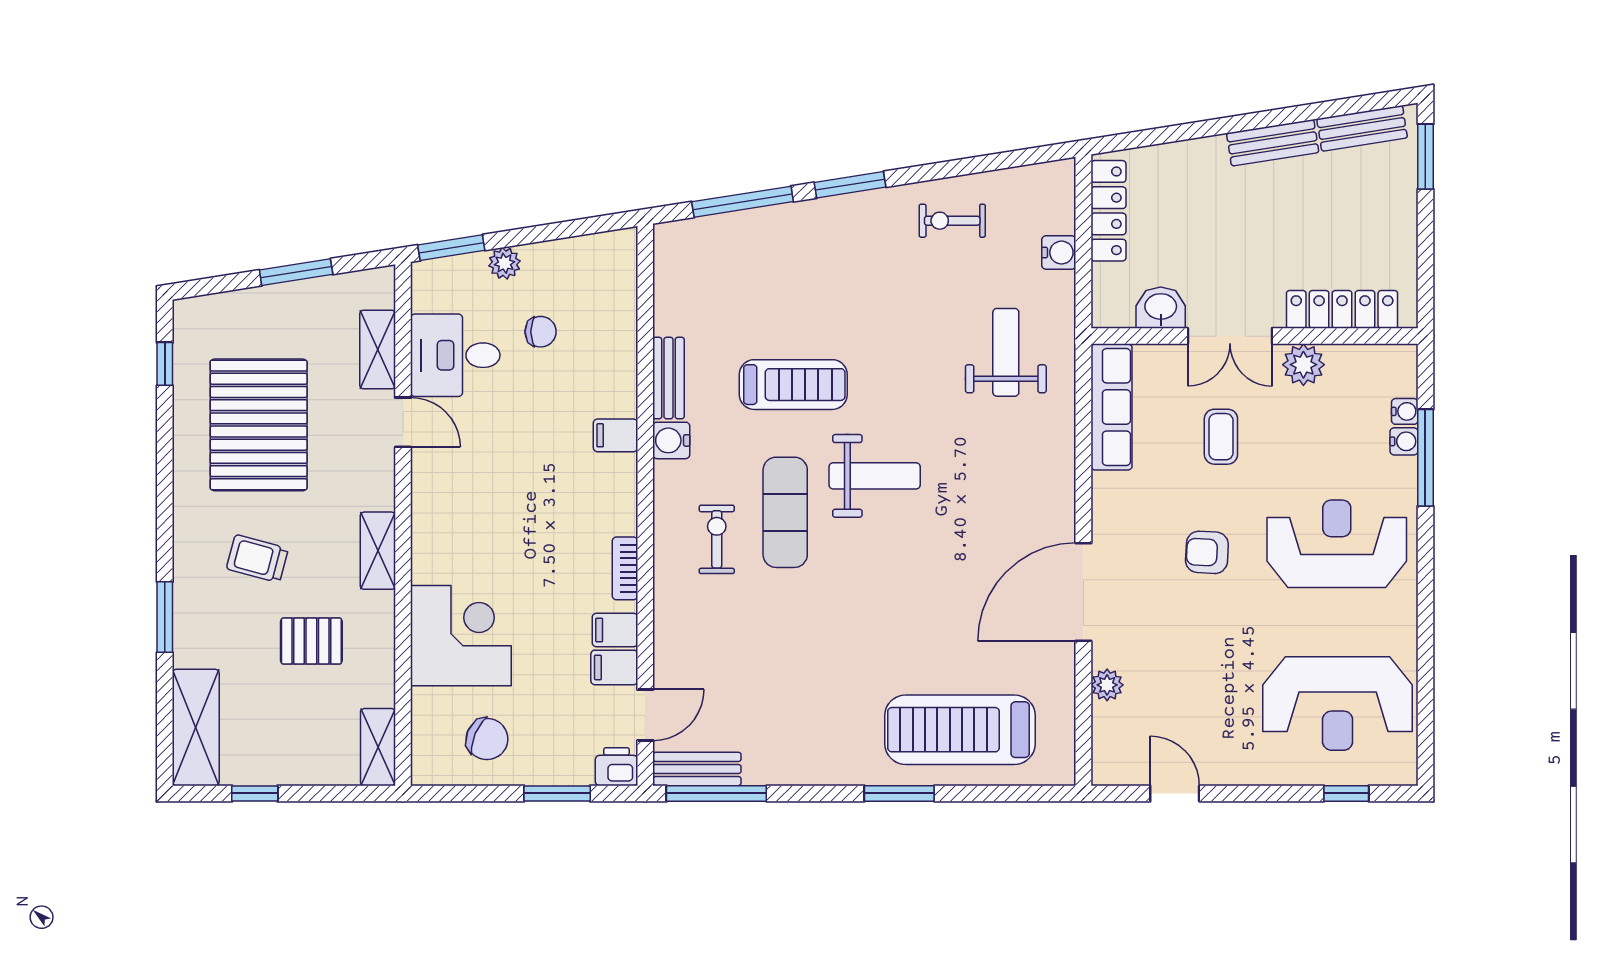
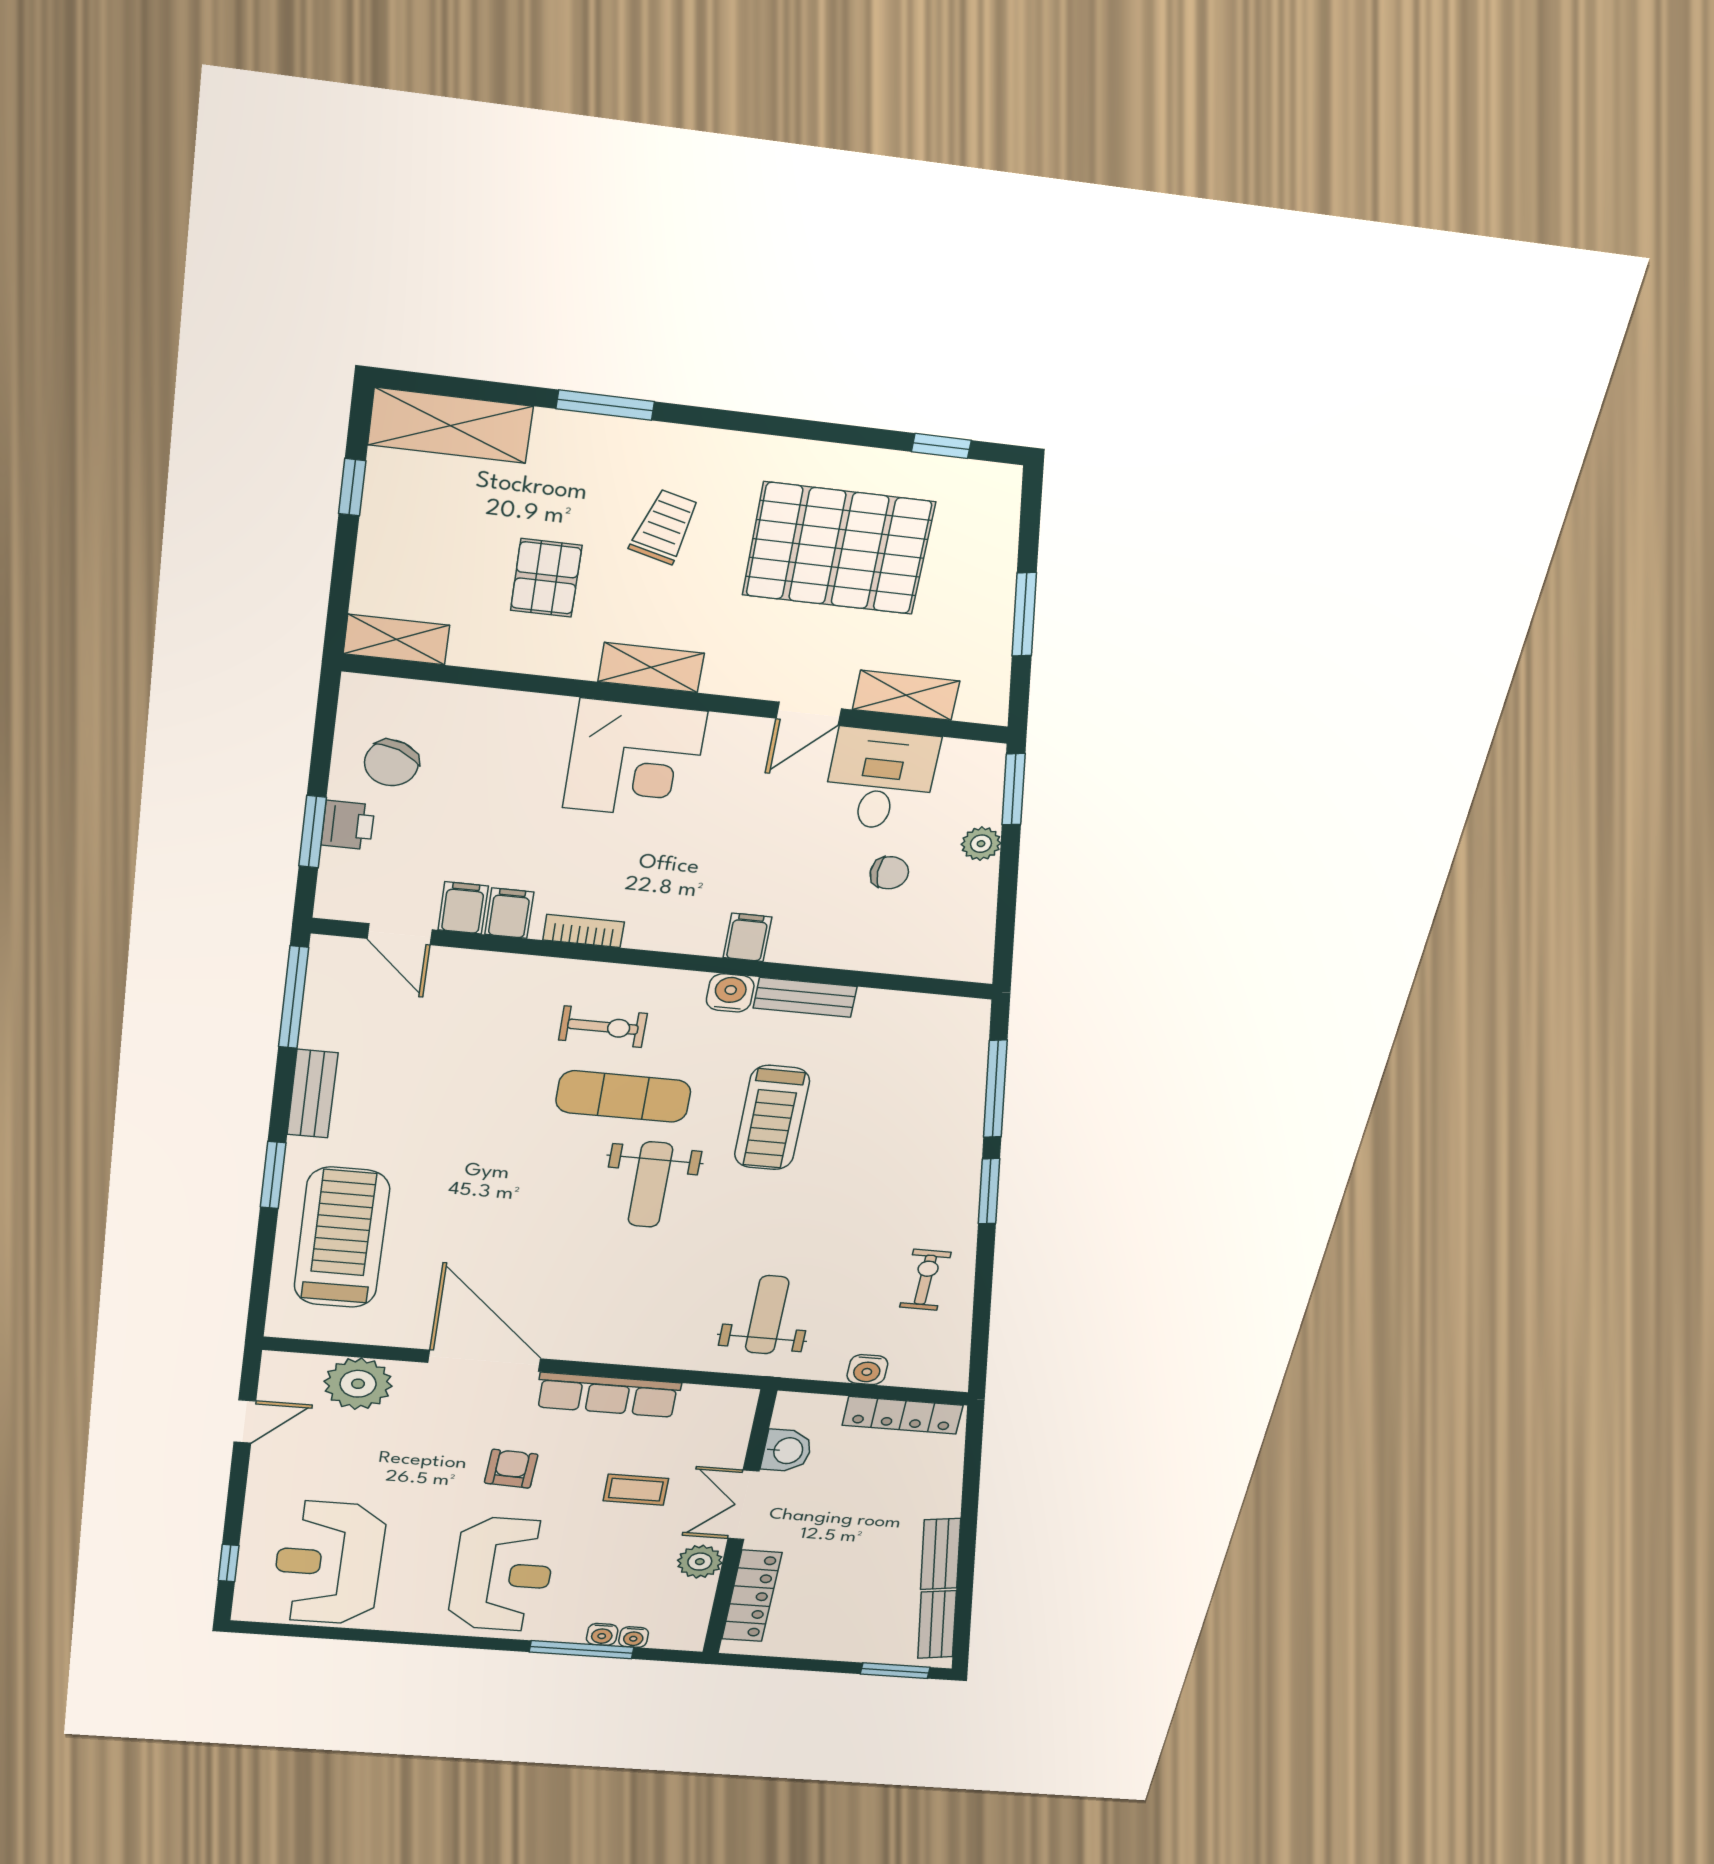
chair: (541, 332) -> (889, 873), turned -90
weight bench: (1006, 352) -> (767, 1315), turned -90
row of seats: (1112, 407) -> (608, 1395), moved
corner desk: (461, 636) -> (635, 760), moved
plant: (1107, 685) -> (358, 1384), width x1.88, depth x1.88
printer: (616, 767) -> (348, 825), moved
bench: (697, 769) -> (312, 1094), moved

